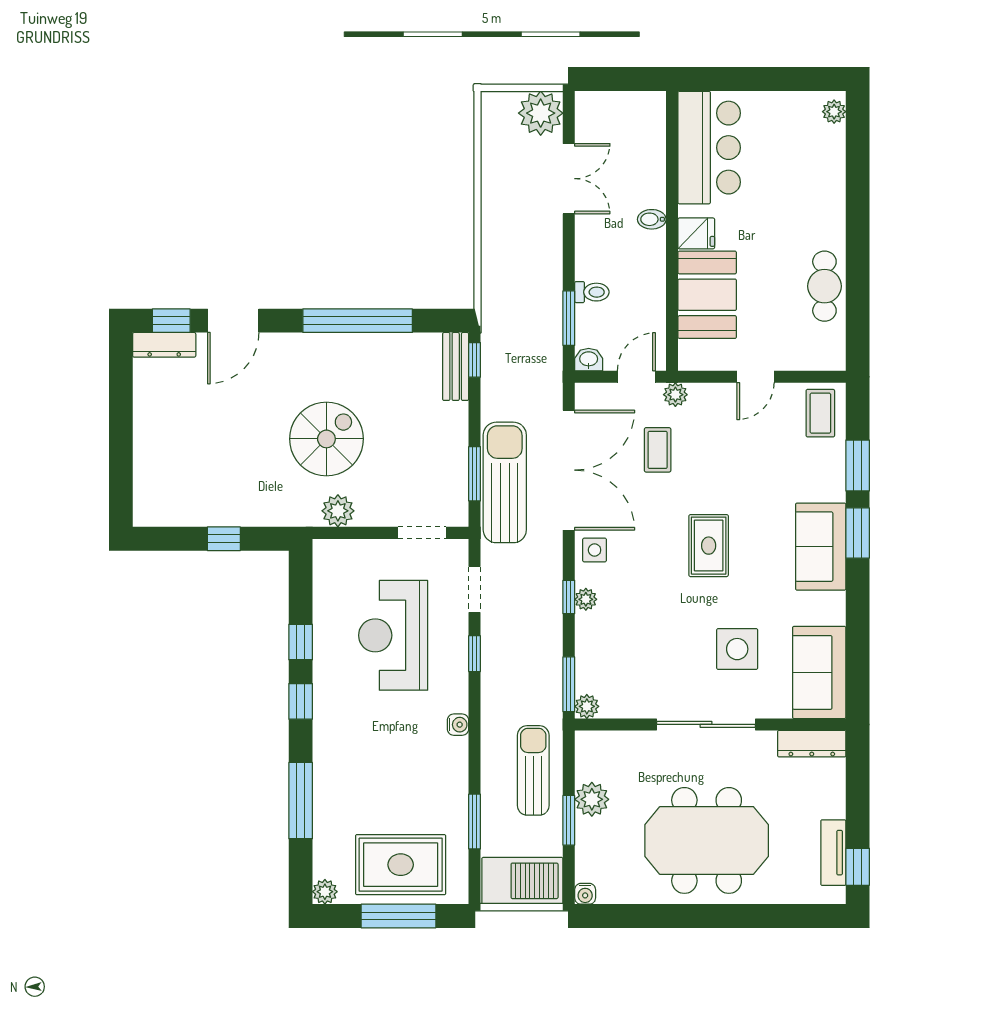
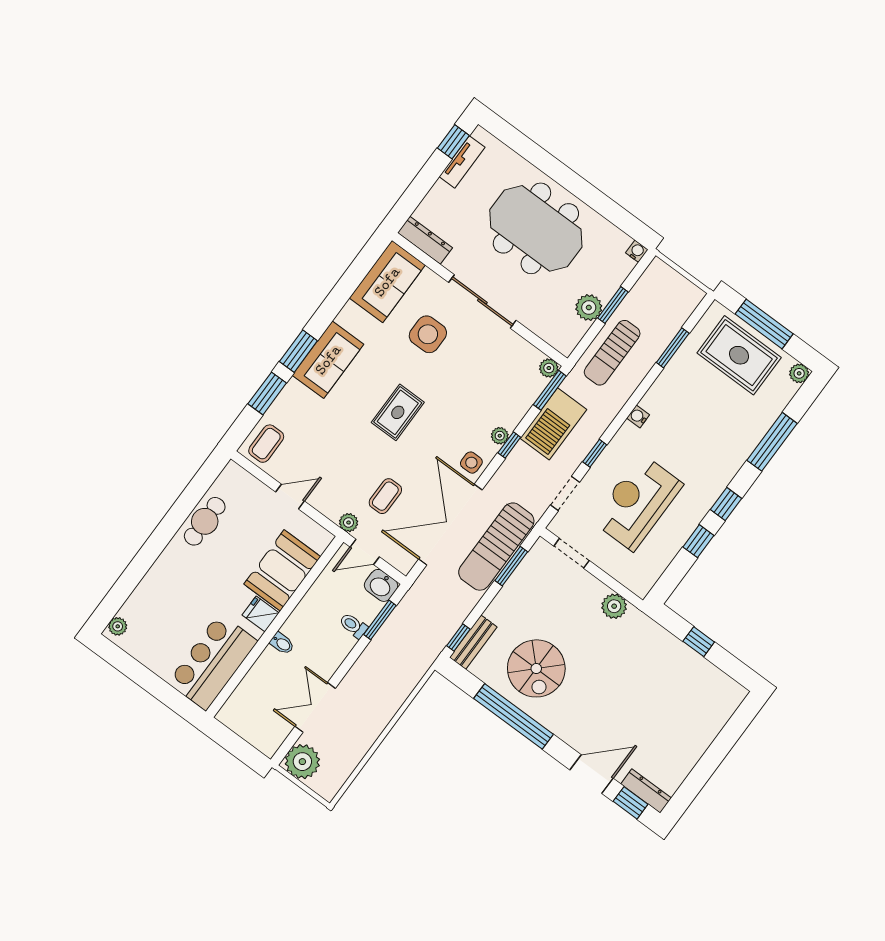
washbasin: (589, 360) -> (381, 585), width x1.38, depth x1.45
spiral stairs: (326, 439) -> (536, 668), moved, turned -90
reception desk: (393, 635) -> (637, 502), turned 180
barbecue: (522, 881) -> (553, 424), moved, turned -90

